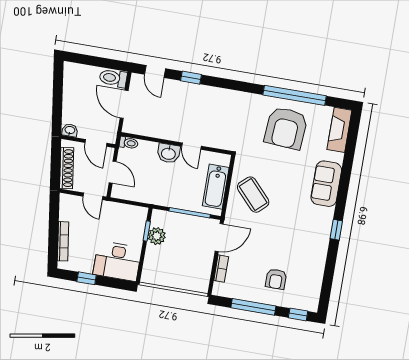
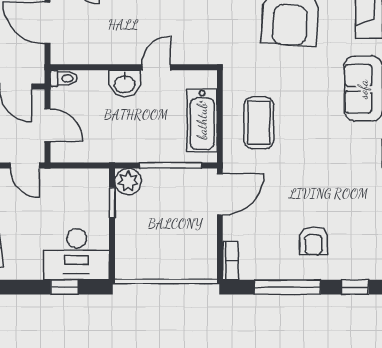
door: (191, 146) -> (156, 67), swing flipped
coffee table: (253, 195) -> (259, 123), turned 43
plant: (157, 236) -> (128, 181), moved
bookcase: (221, 269) -> (231, 260), moved
window: (87, 278) -> (65, 287), moved

